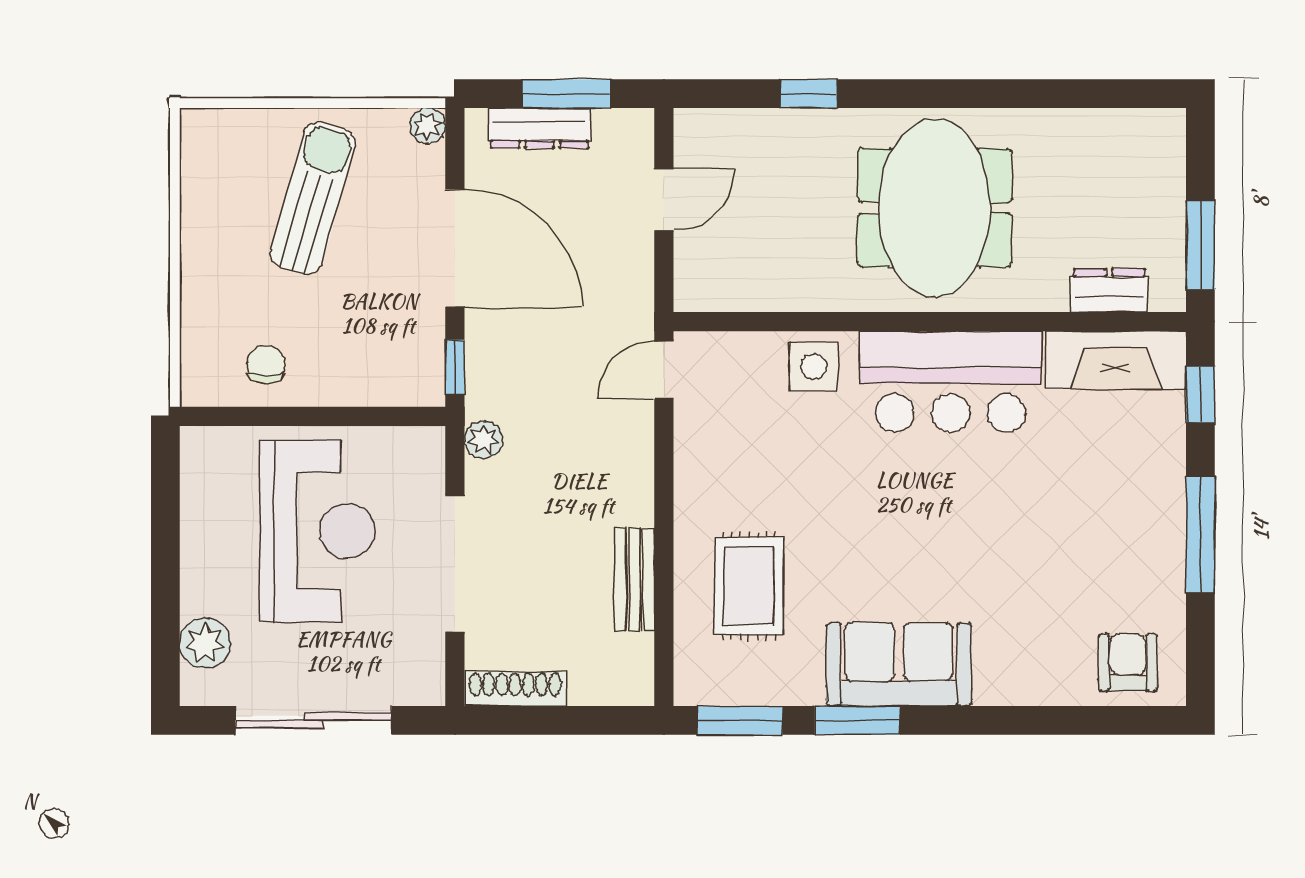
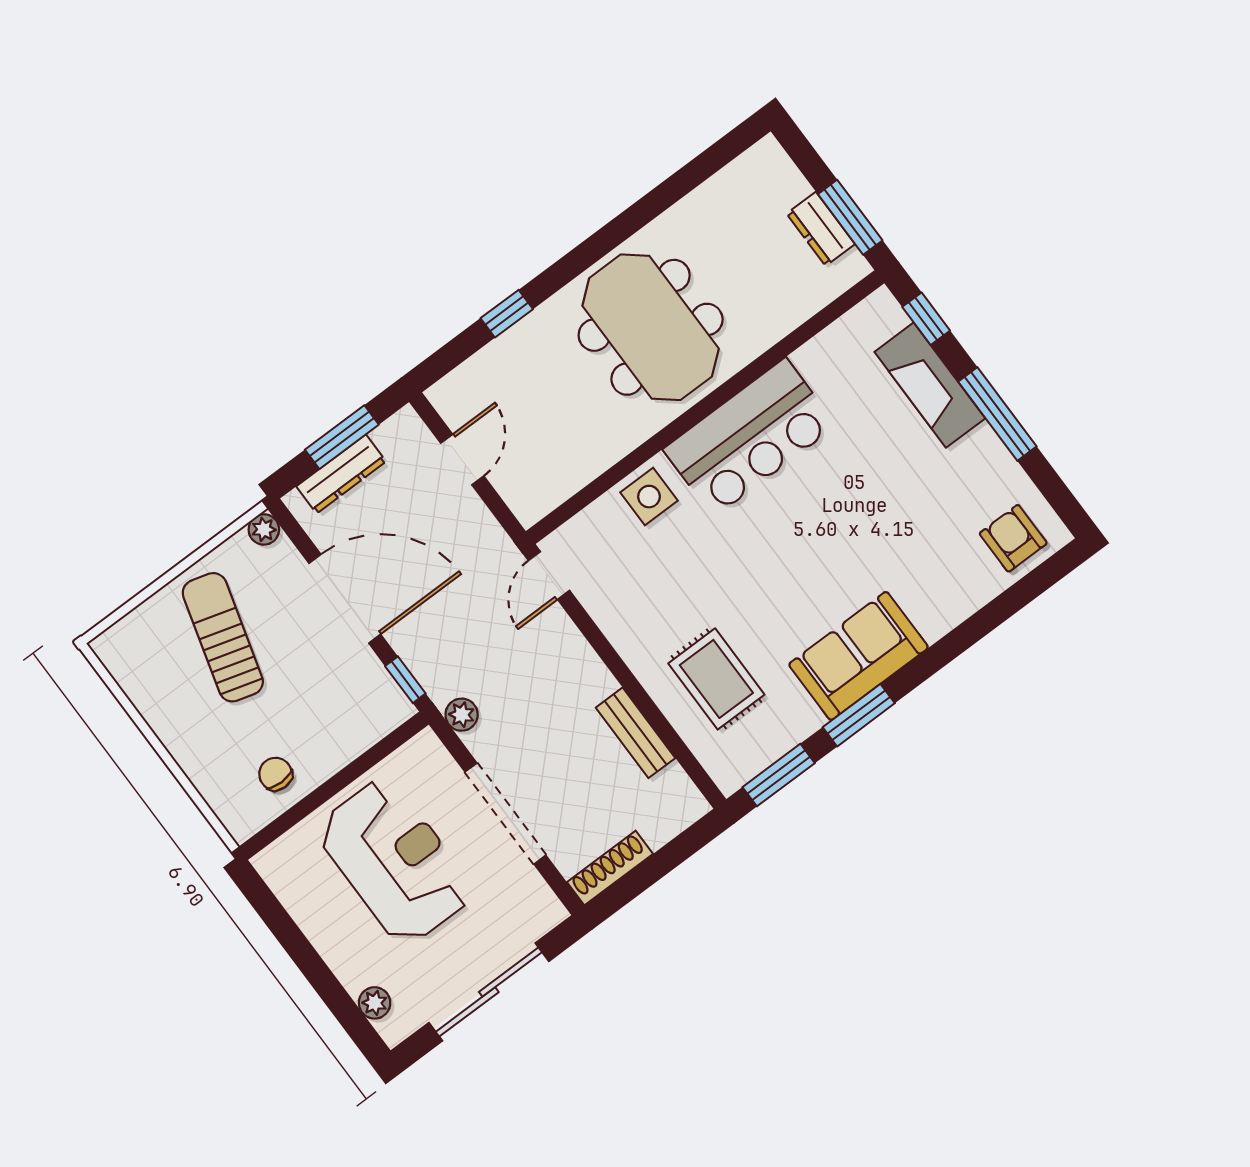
dresser: (1109, 290) -> (821, 229), moved, turned -90
fireplace: (1116, 360) -> (930, 385), moved, turned 90
plant: (205, 643) -> (375, 1003), width x0.73, depth x0.73

